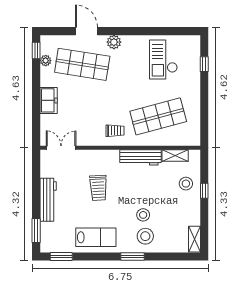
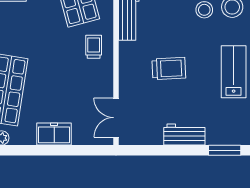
workbench: (48, 200) -> (184, 134), width x0.73

